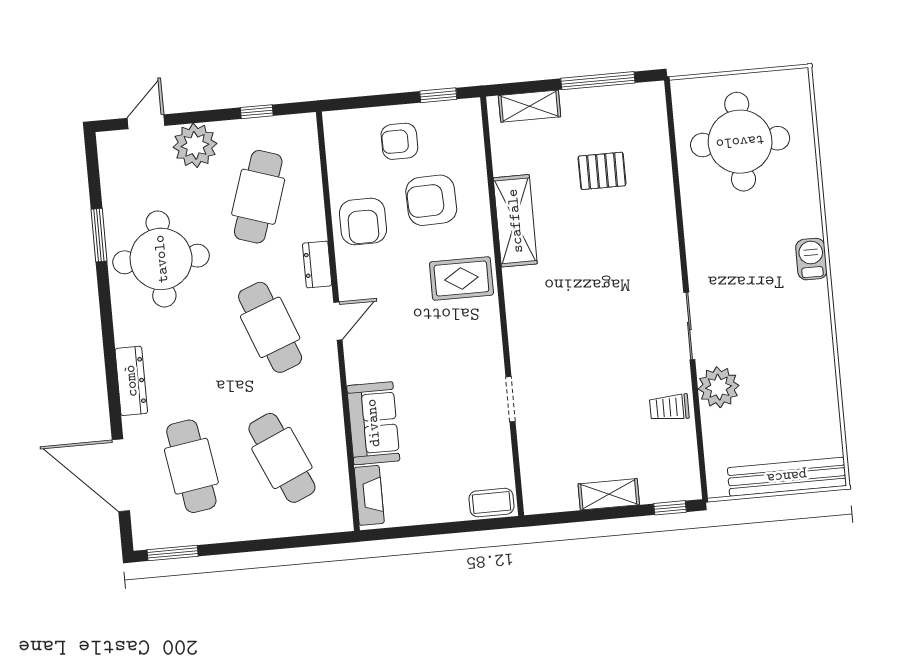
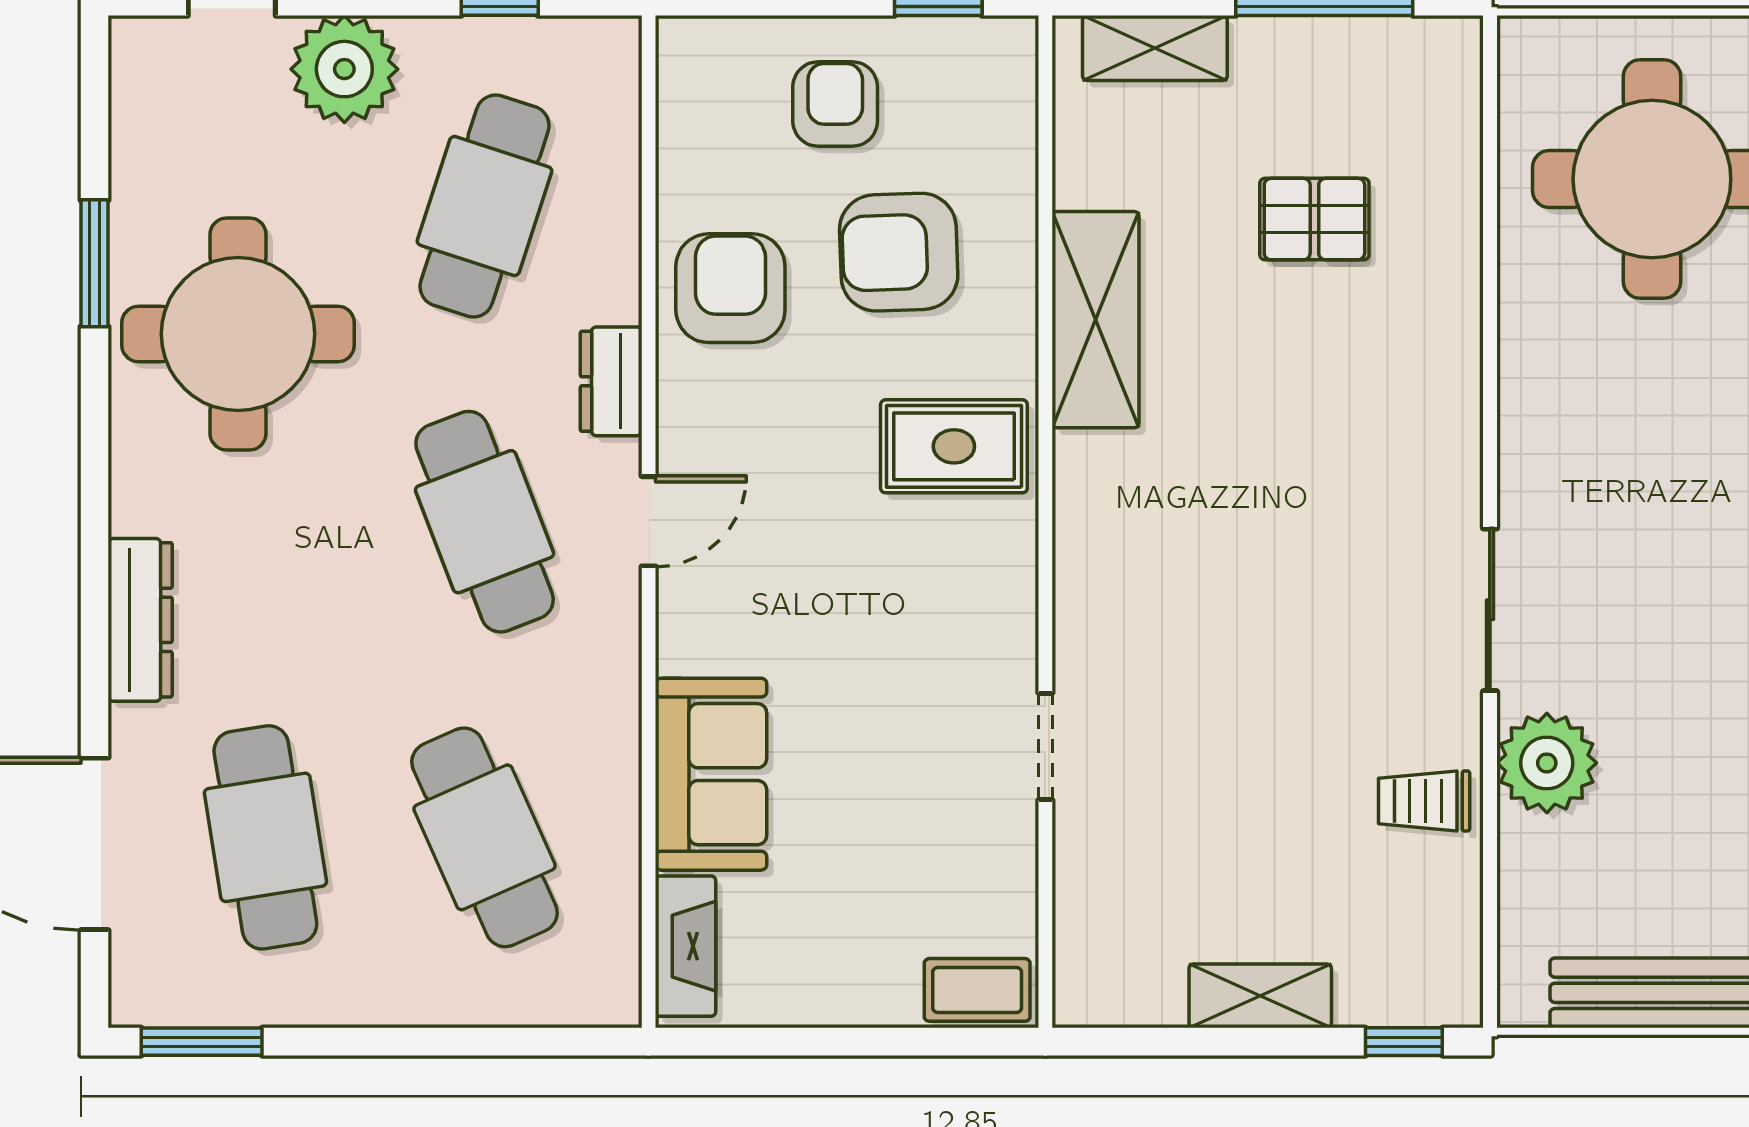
armchair: (399, 141) -> (835, 104), turned 90
armchair: (363, 221) -> (730, 288), turned 180

